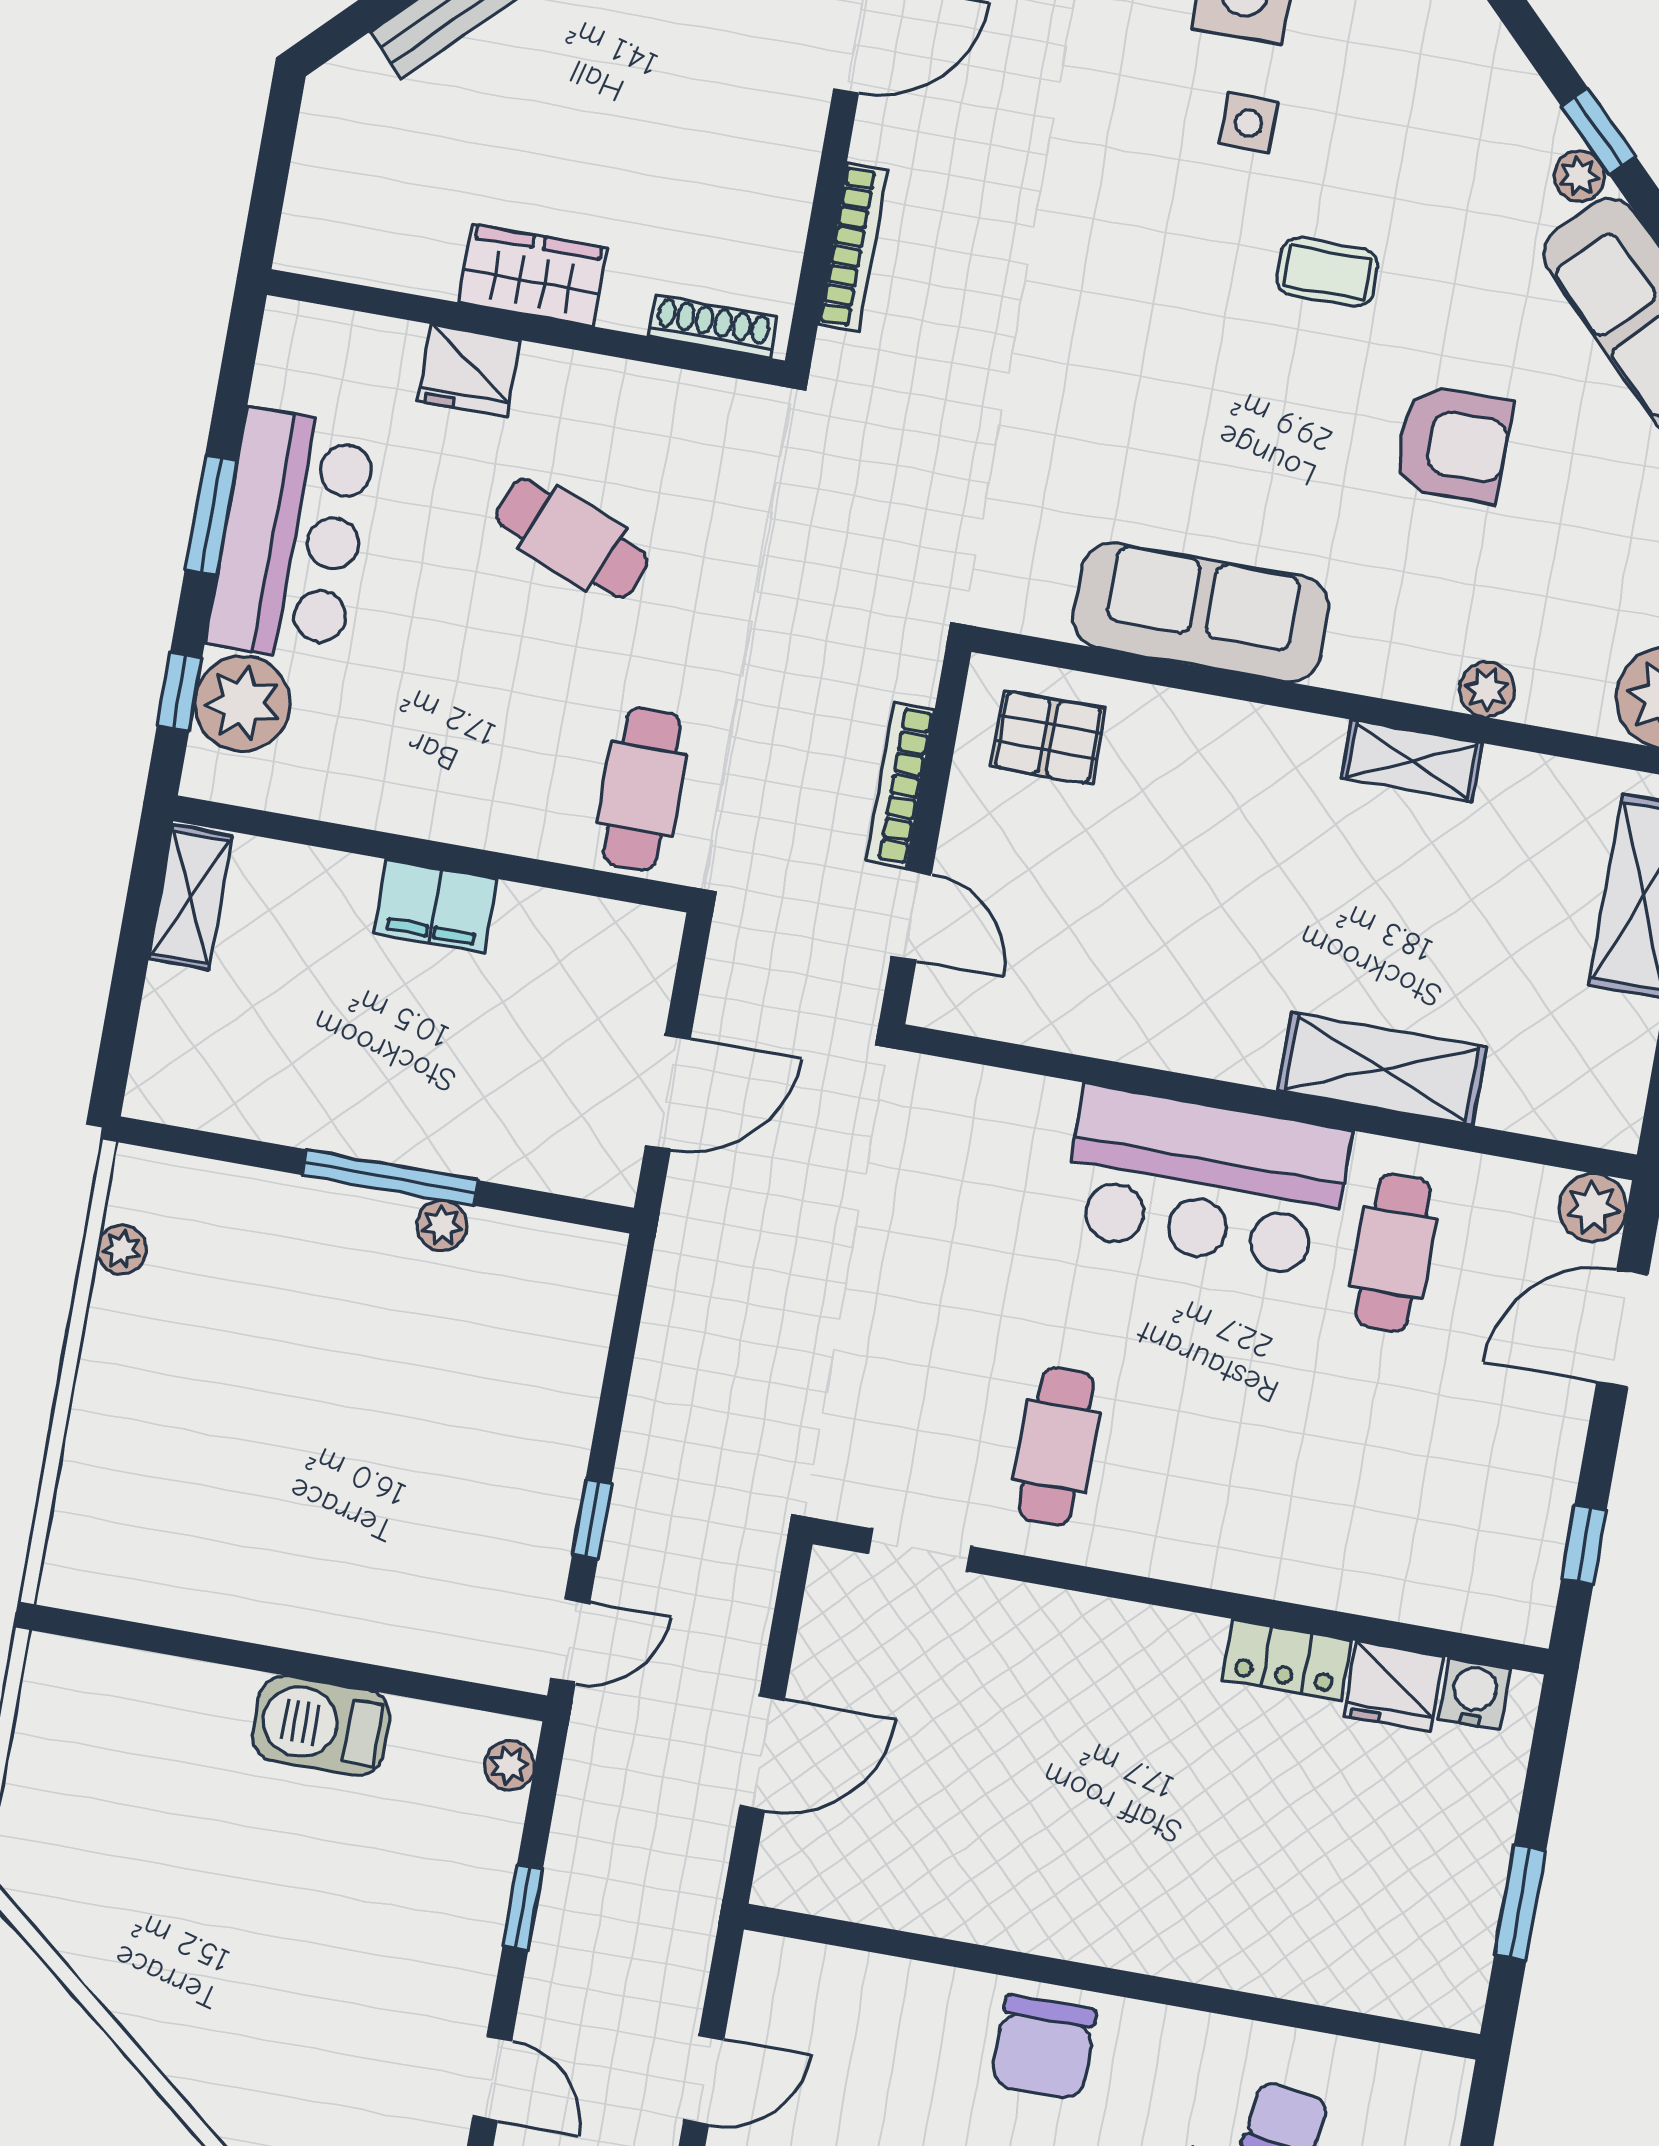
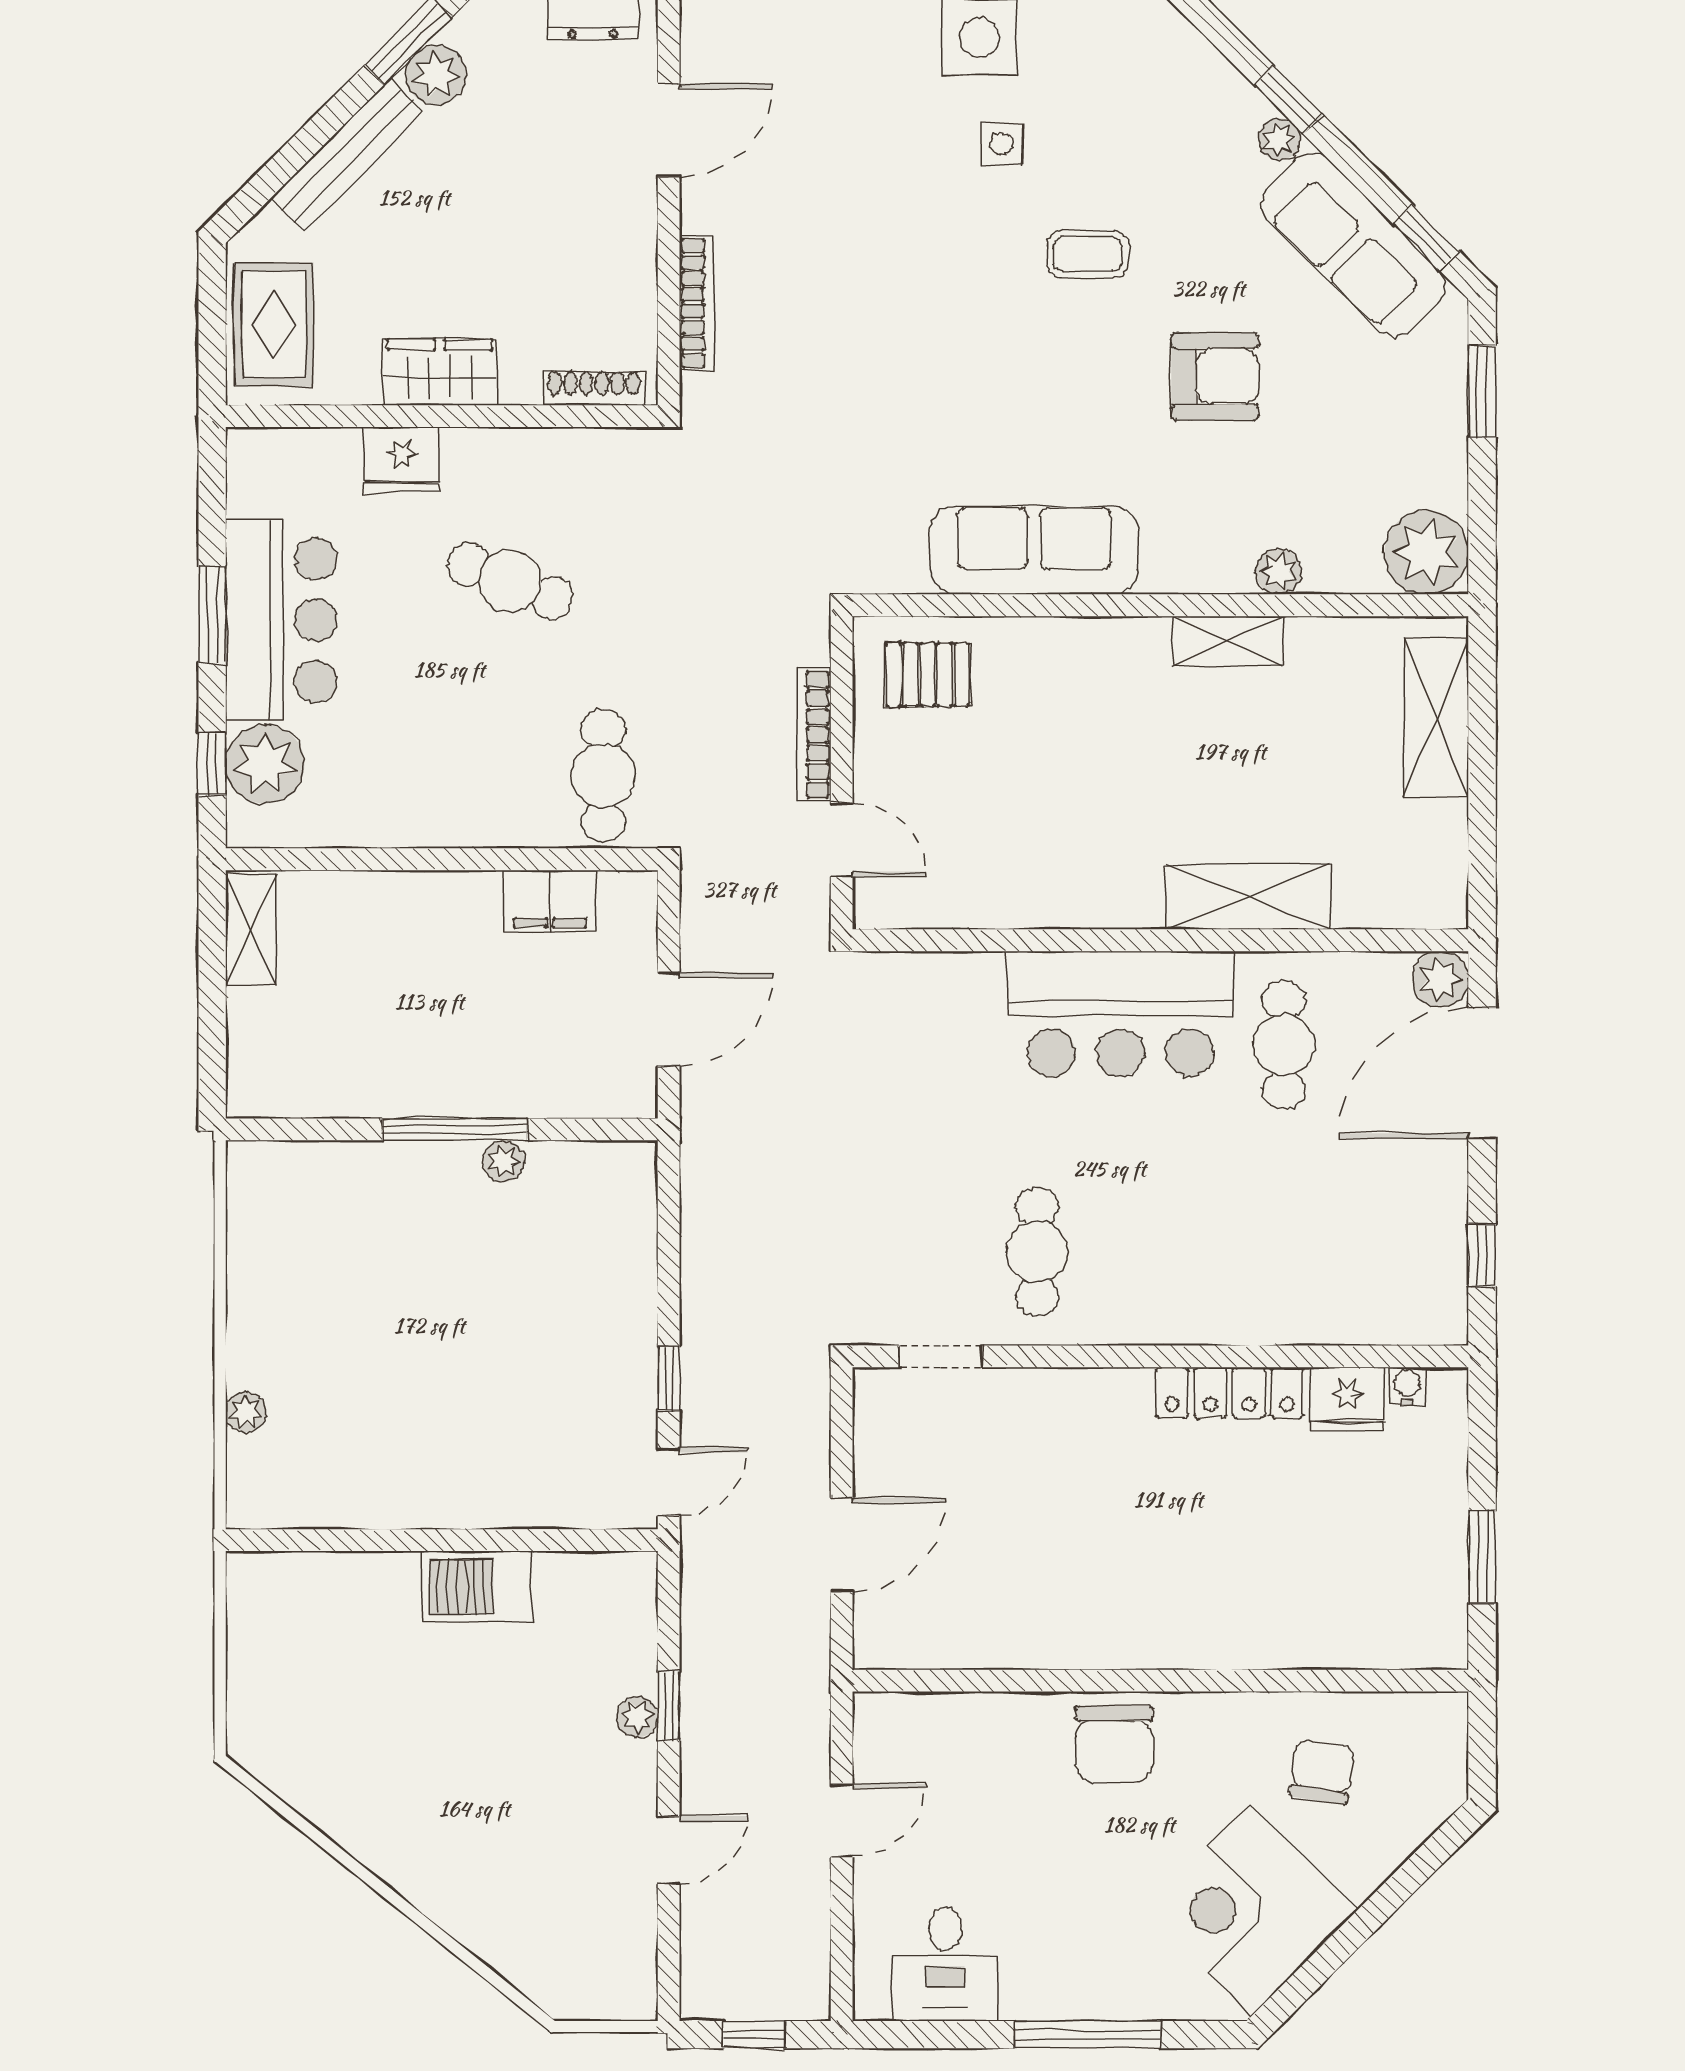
rug: (346, 183) -> (274, 324), added
filing cabinet: (435, 906) -> (550, 901), moved
plant: (122, 1250) -> (246, 1412), moved
door: (1622, 1328) -> (1482, 1073), width x1.36
locker: (1286, 1660) -> (1230, 1393), width x1.53
water cooler: (1474, 1694) -> (1407, 1386), width x0.72, depth x0.72
plant: (509, 1765) -> (637, 1717), moved
door: (492, 2079) -> (669, 1850), hinge flipped

